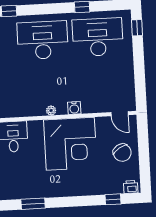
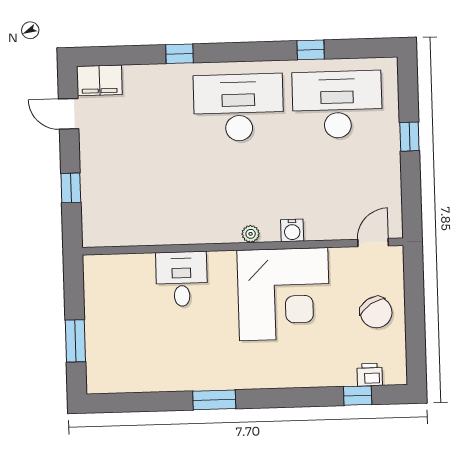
window: (137, 28) -> (409, 137), moved
door: (120, 114) -> (373, 243), swing flipped
printer: (131, 187) -> (370, 375), moved

